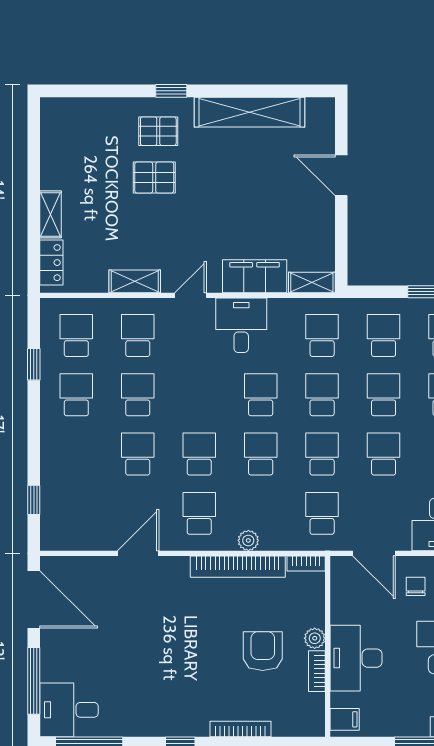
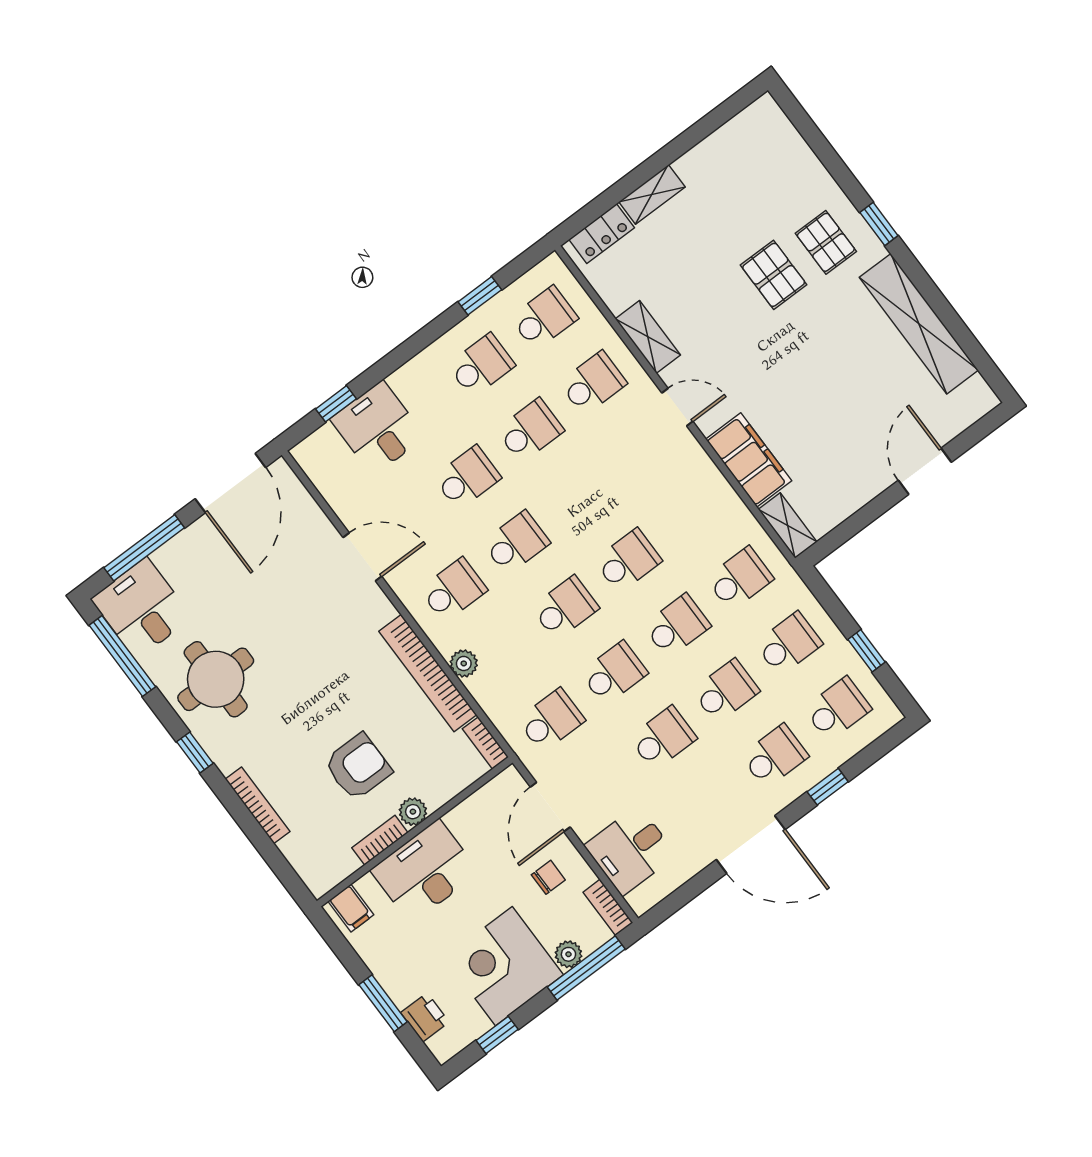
desk: (241, 325) -> (378, 428), moved, turned -90
round table: (145, 697) -> (216, 679), added

